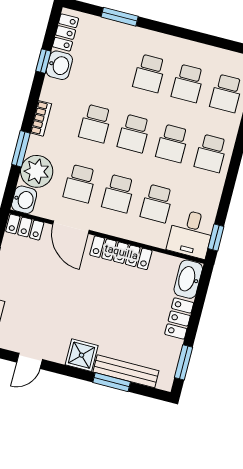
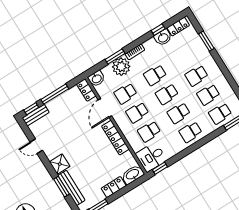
plant: (37, 171) -> (121, 67), moved

